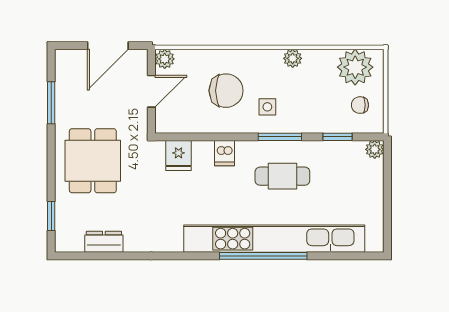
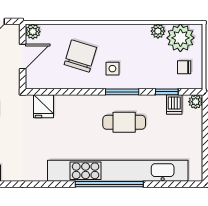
plant: (293, 58) -> (158, 31), moved
chair: (226, 91) -> (80, 56), turned -73
dishwasher: (224, 153) -> (174, 104), moved

